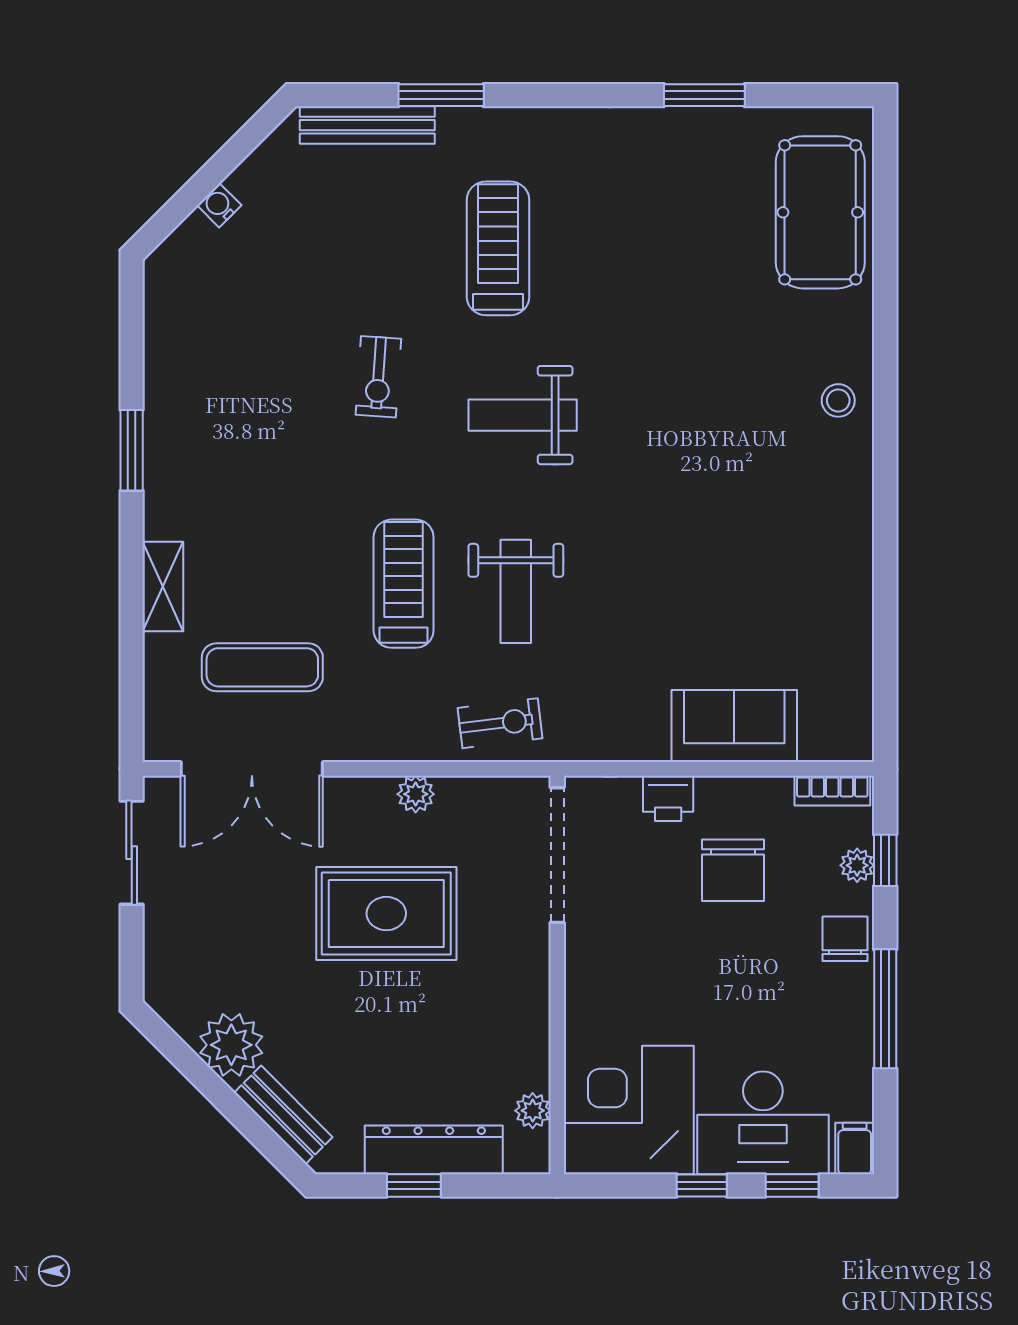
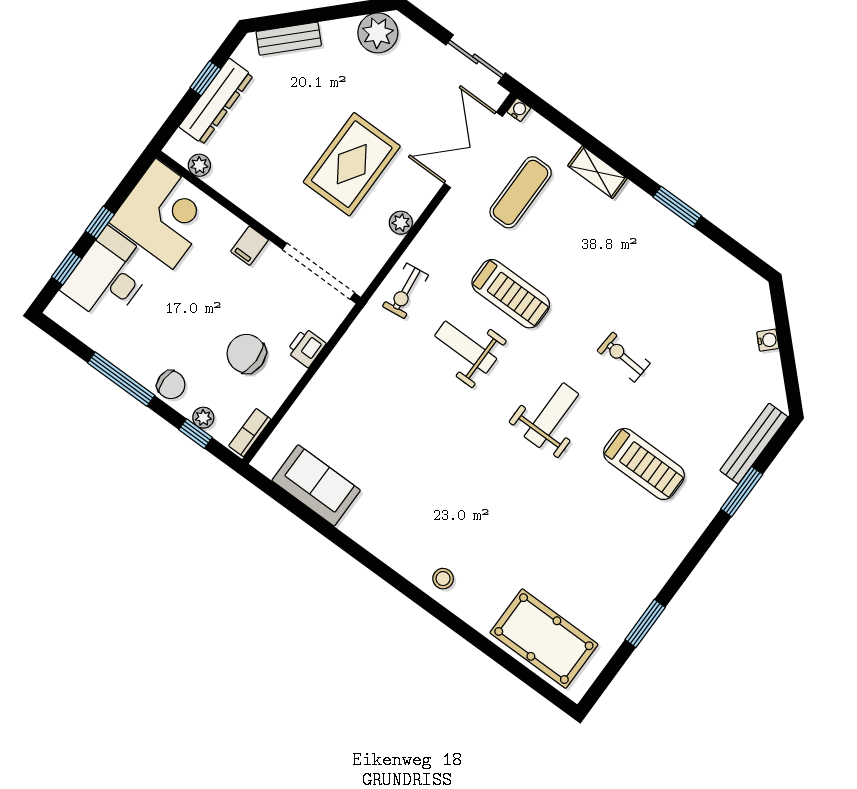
sofa: (734, 726) -> (316, 485), moved, turned -90
water cooler: (157, 748) -> (519, 110), added
plant: (231, 1045) -> (378, 33), moved
filing cabinet: (855, 1149) -> (249, 246), moved, turned 90

